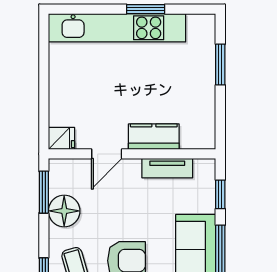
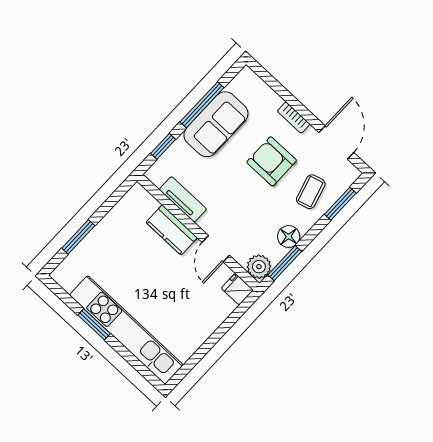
door: (107, 154) -> (216, 249), swing flipped
plant: (61, 171) -> (259, 267), added
floor lamp: (64, 211) -> (289, 236), width x0.73, depth x0.73

